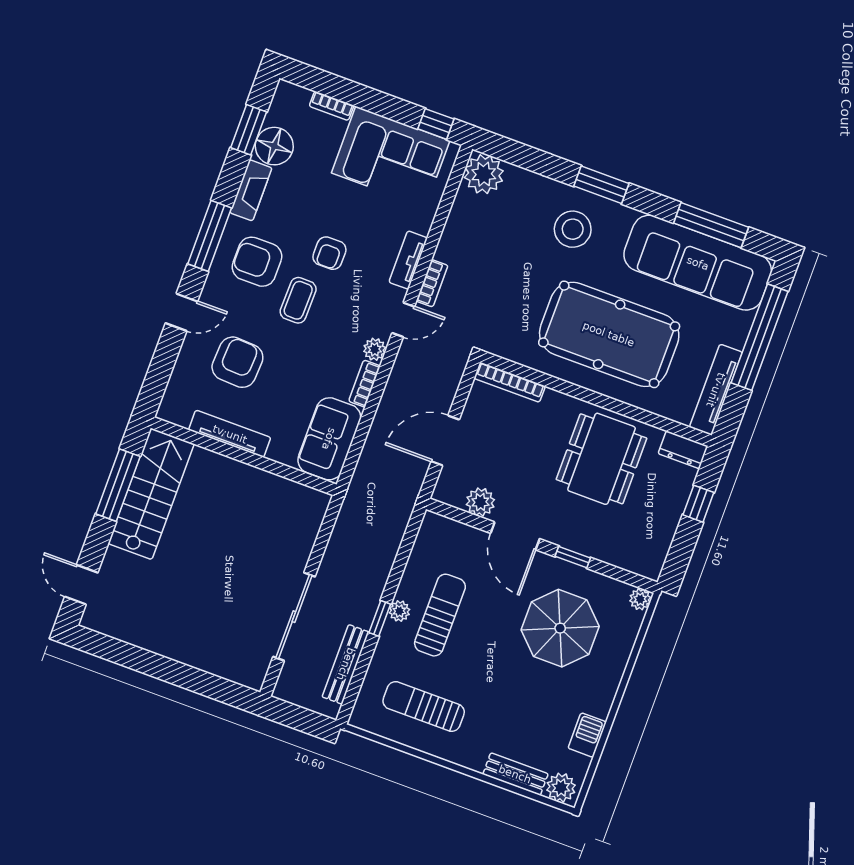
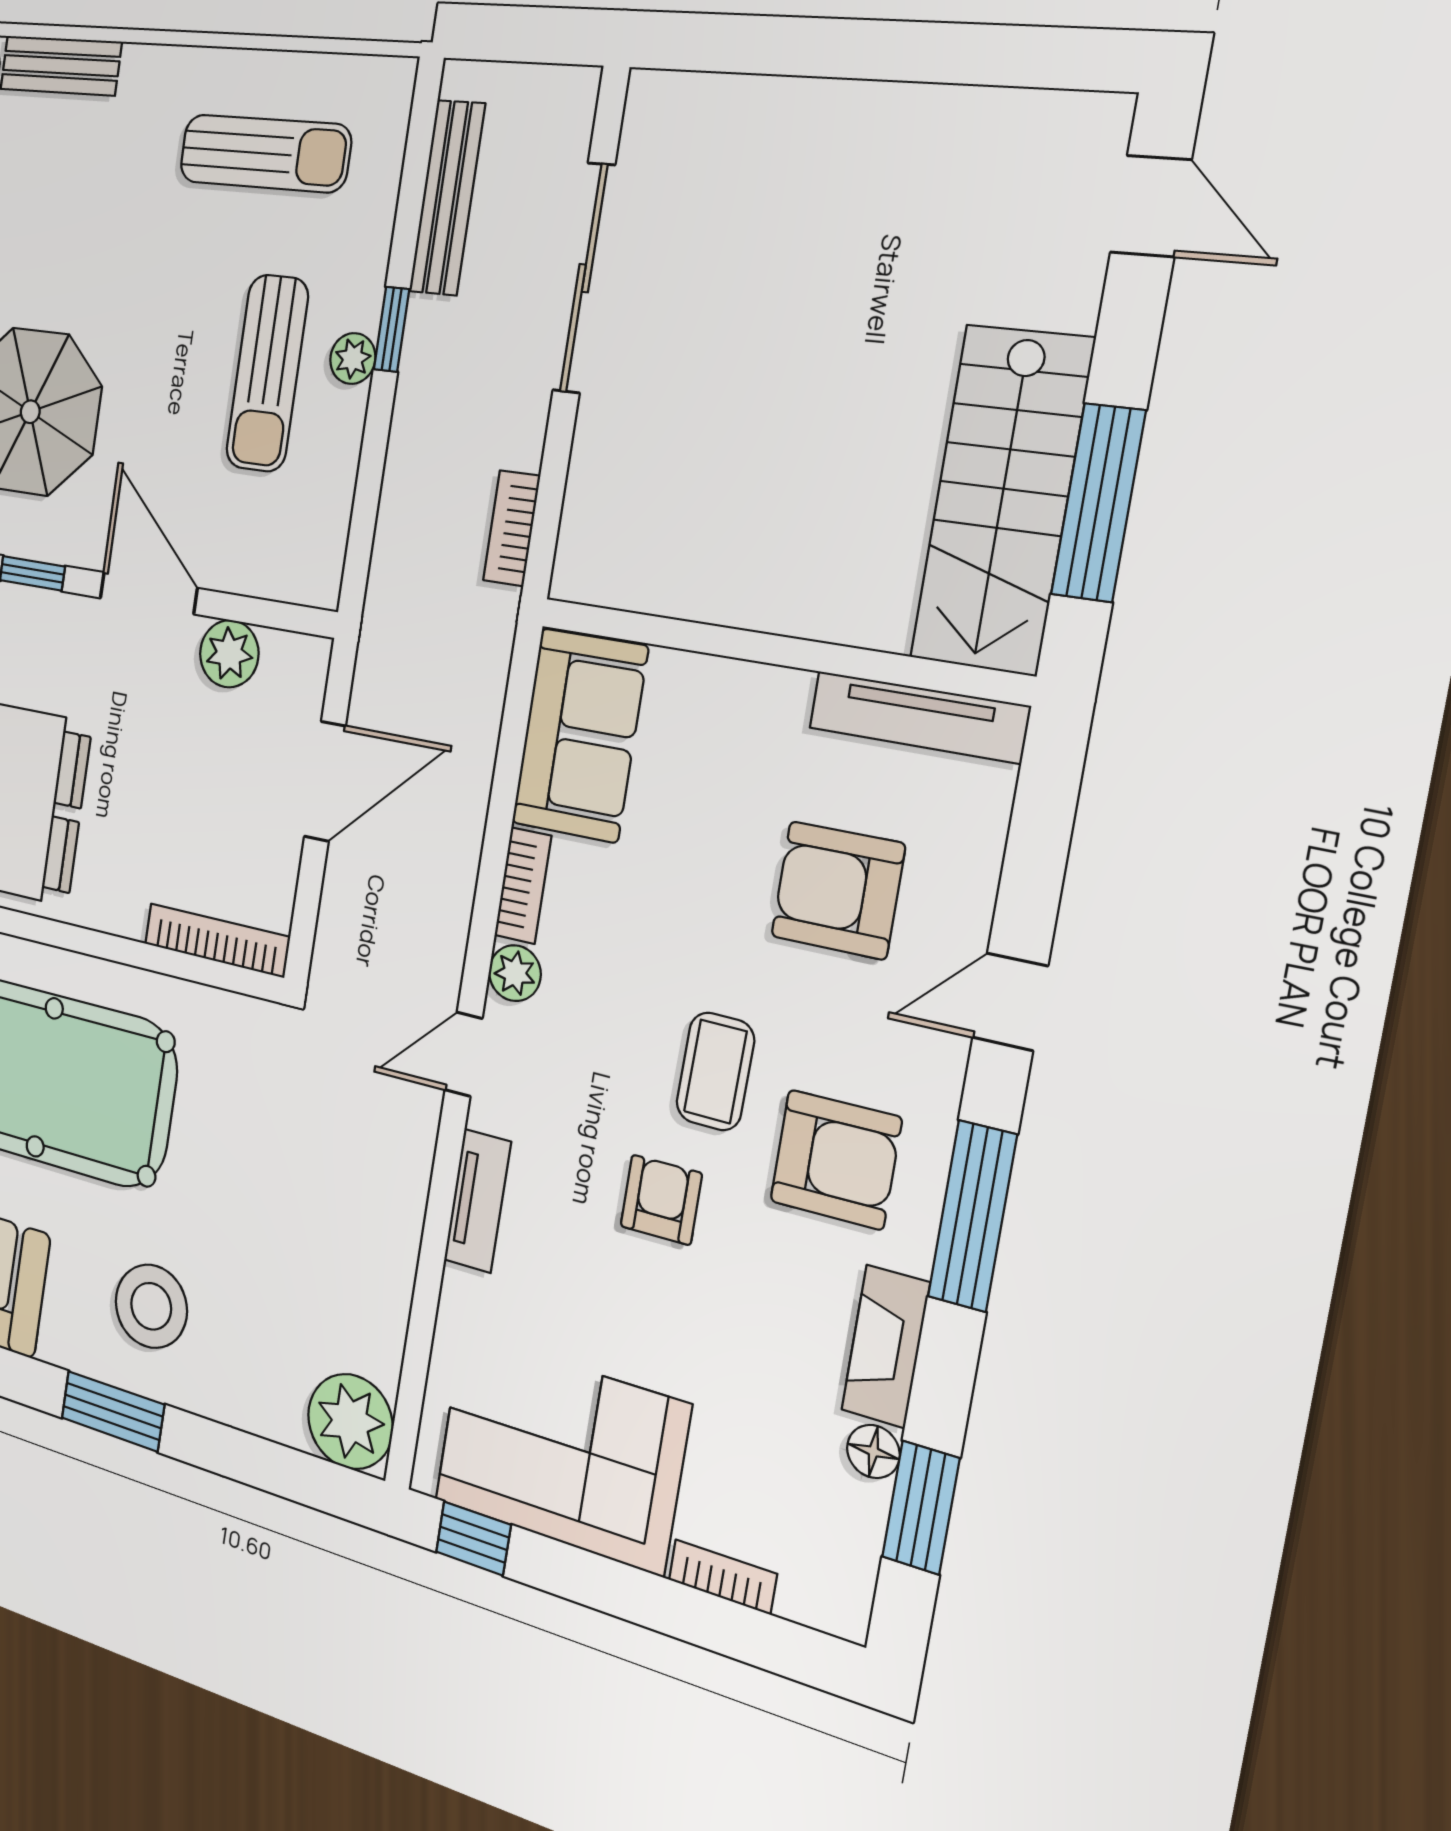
floor lamp: (274, 146) -> (873, 1451), width x0.53, depth x0.53
bookcase: (432, 283) -> (512, 528), moved
armchair: (237, 362) -> (838, 890), turned 87
tv unit: (230, 434) -> (918, 717), moved

